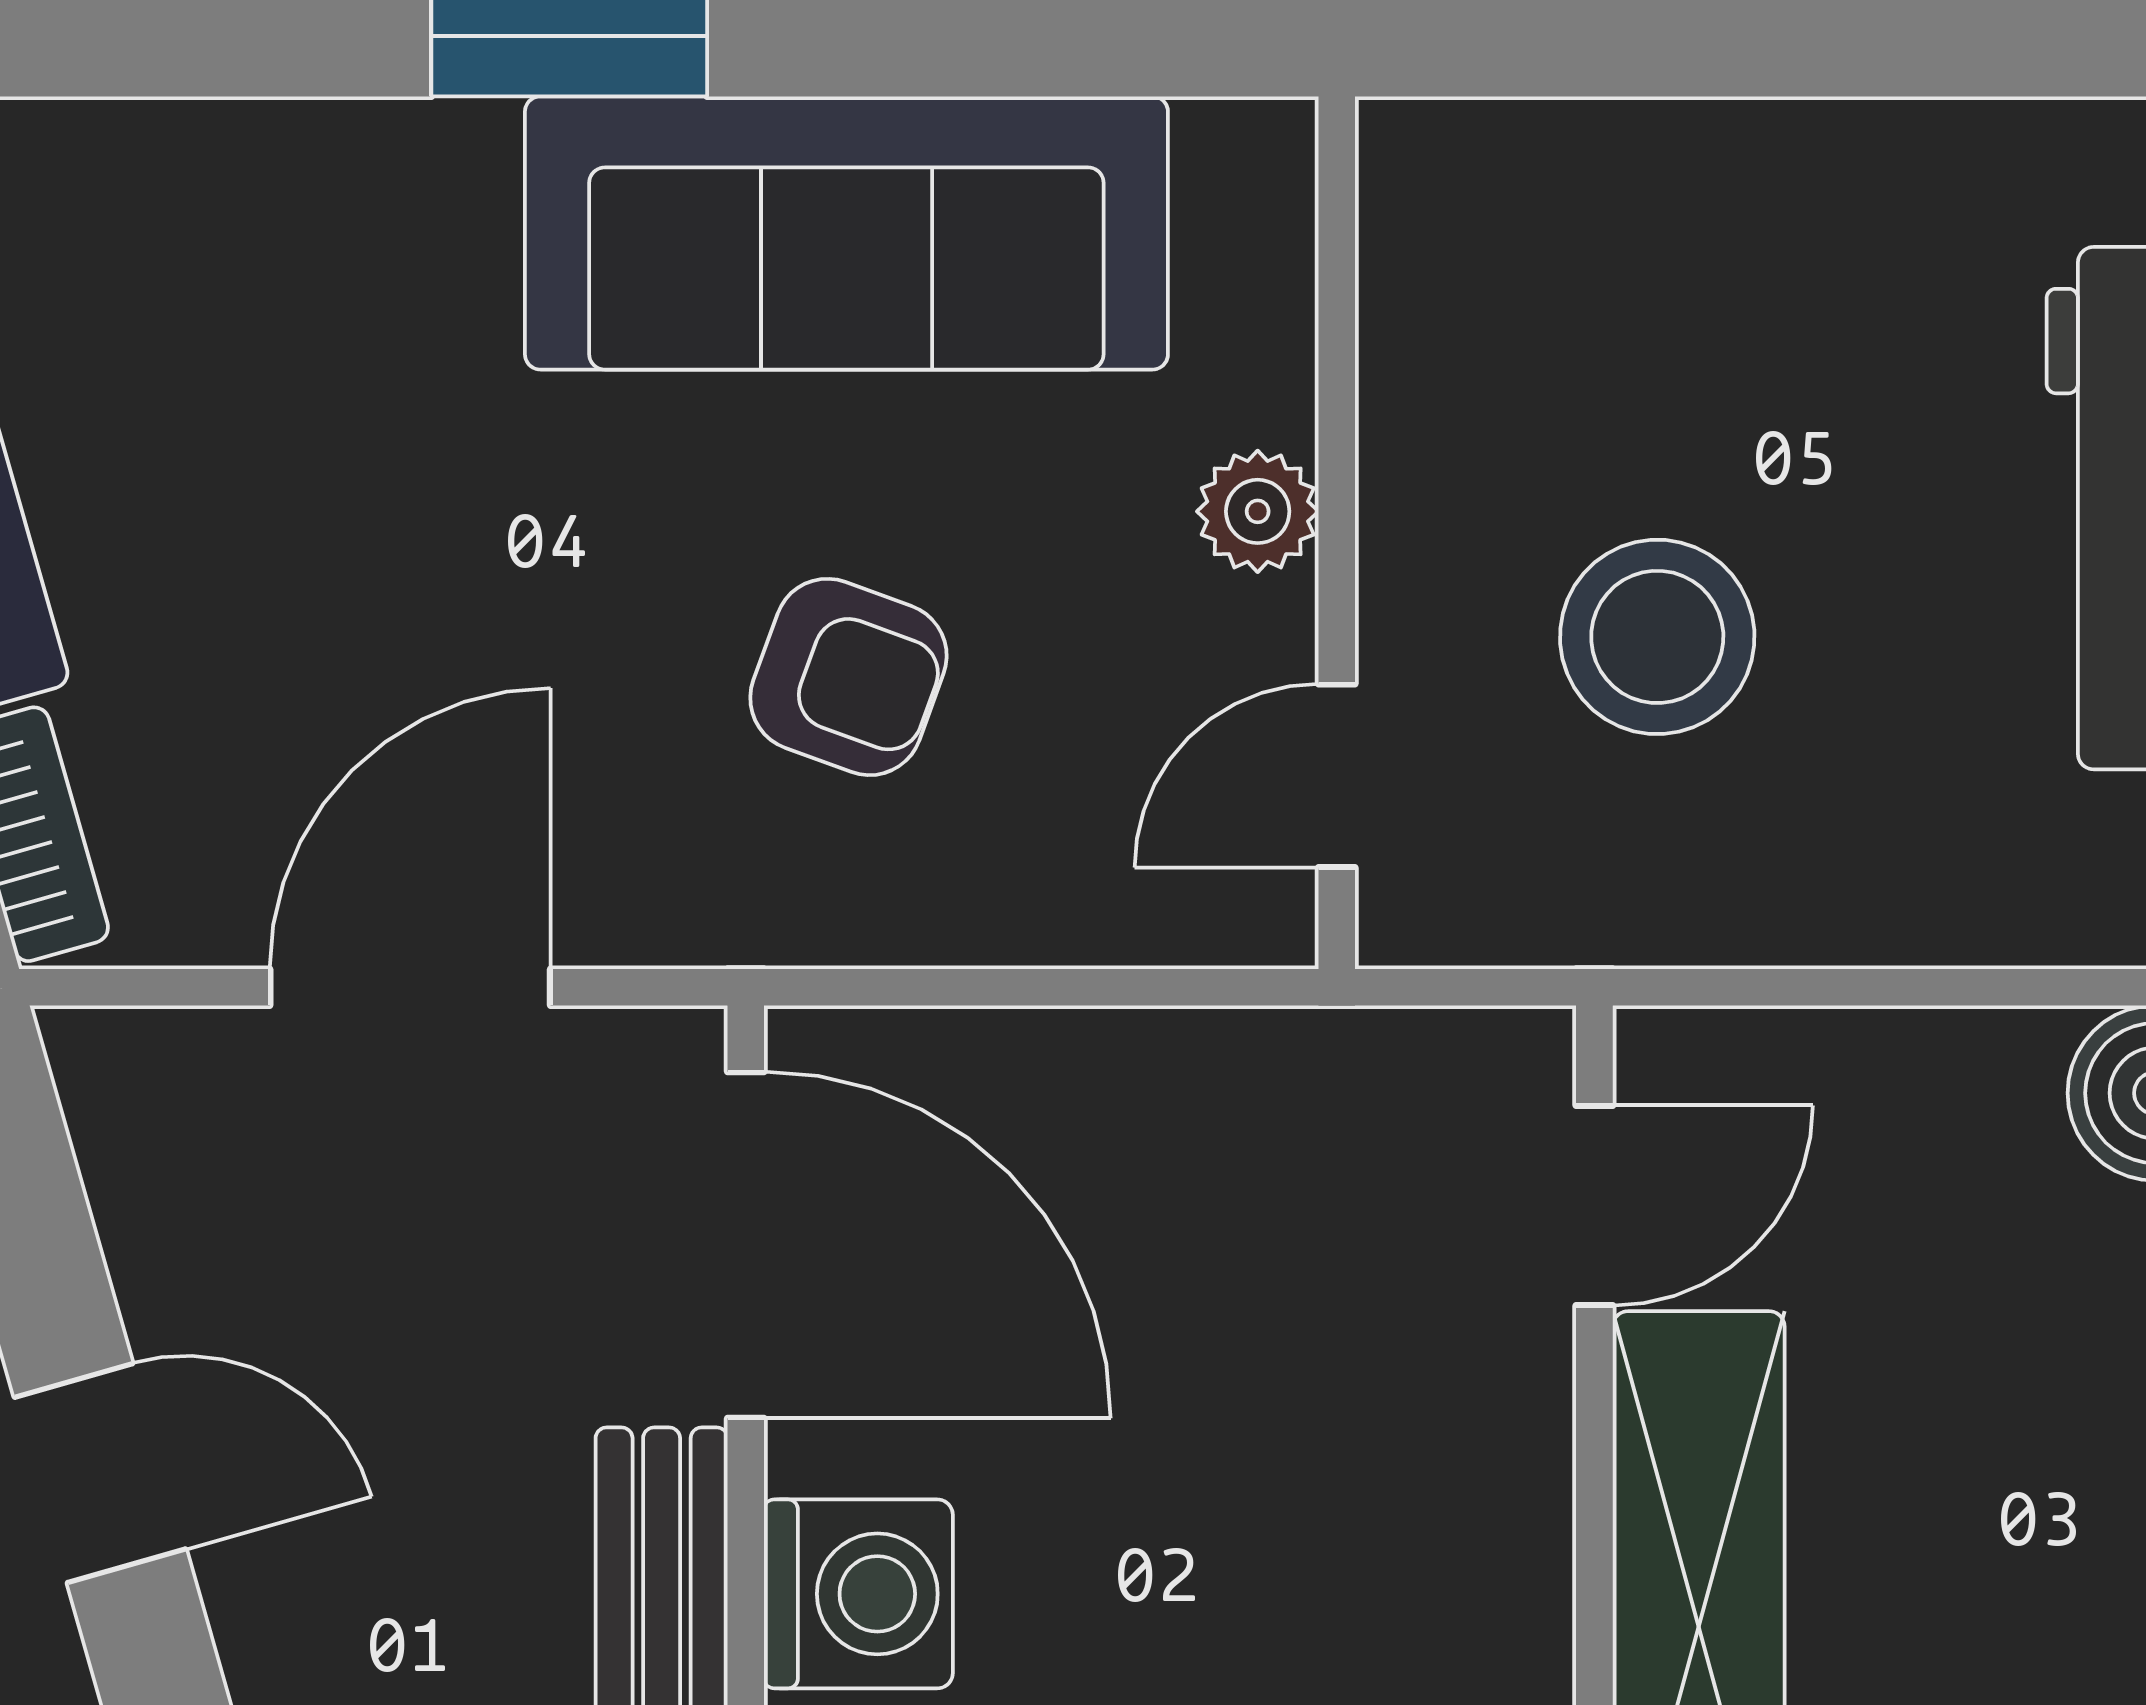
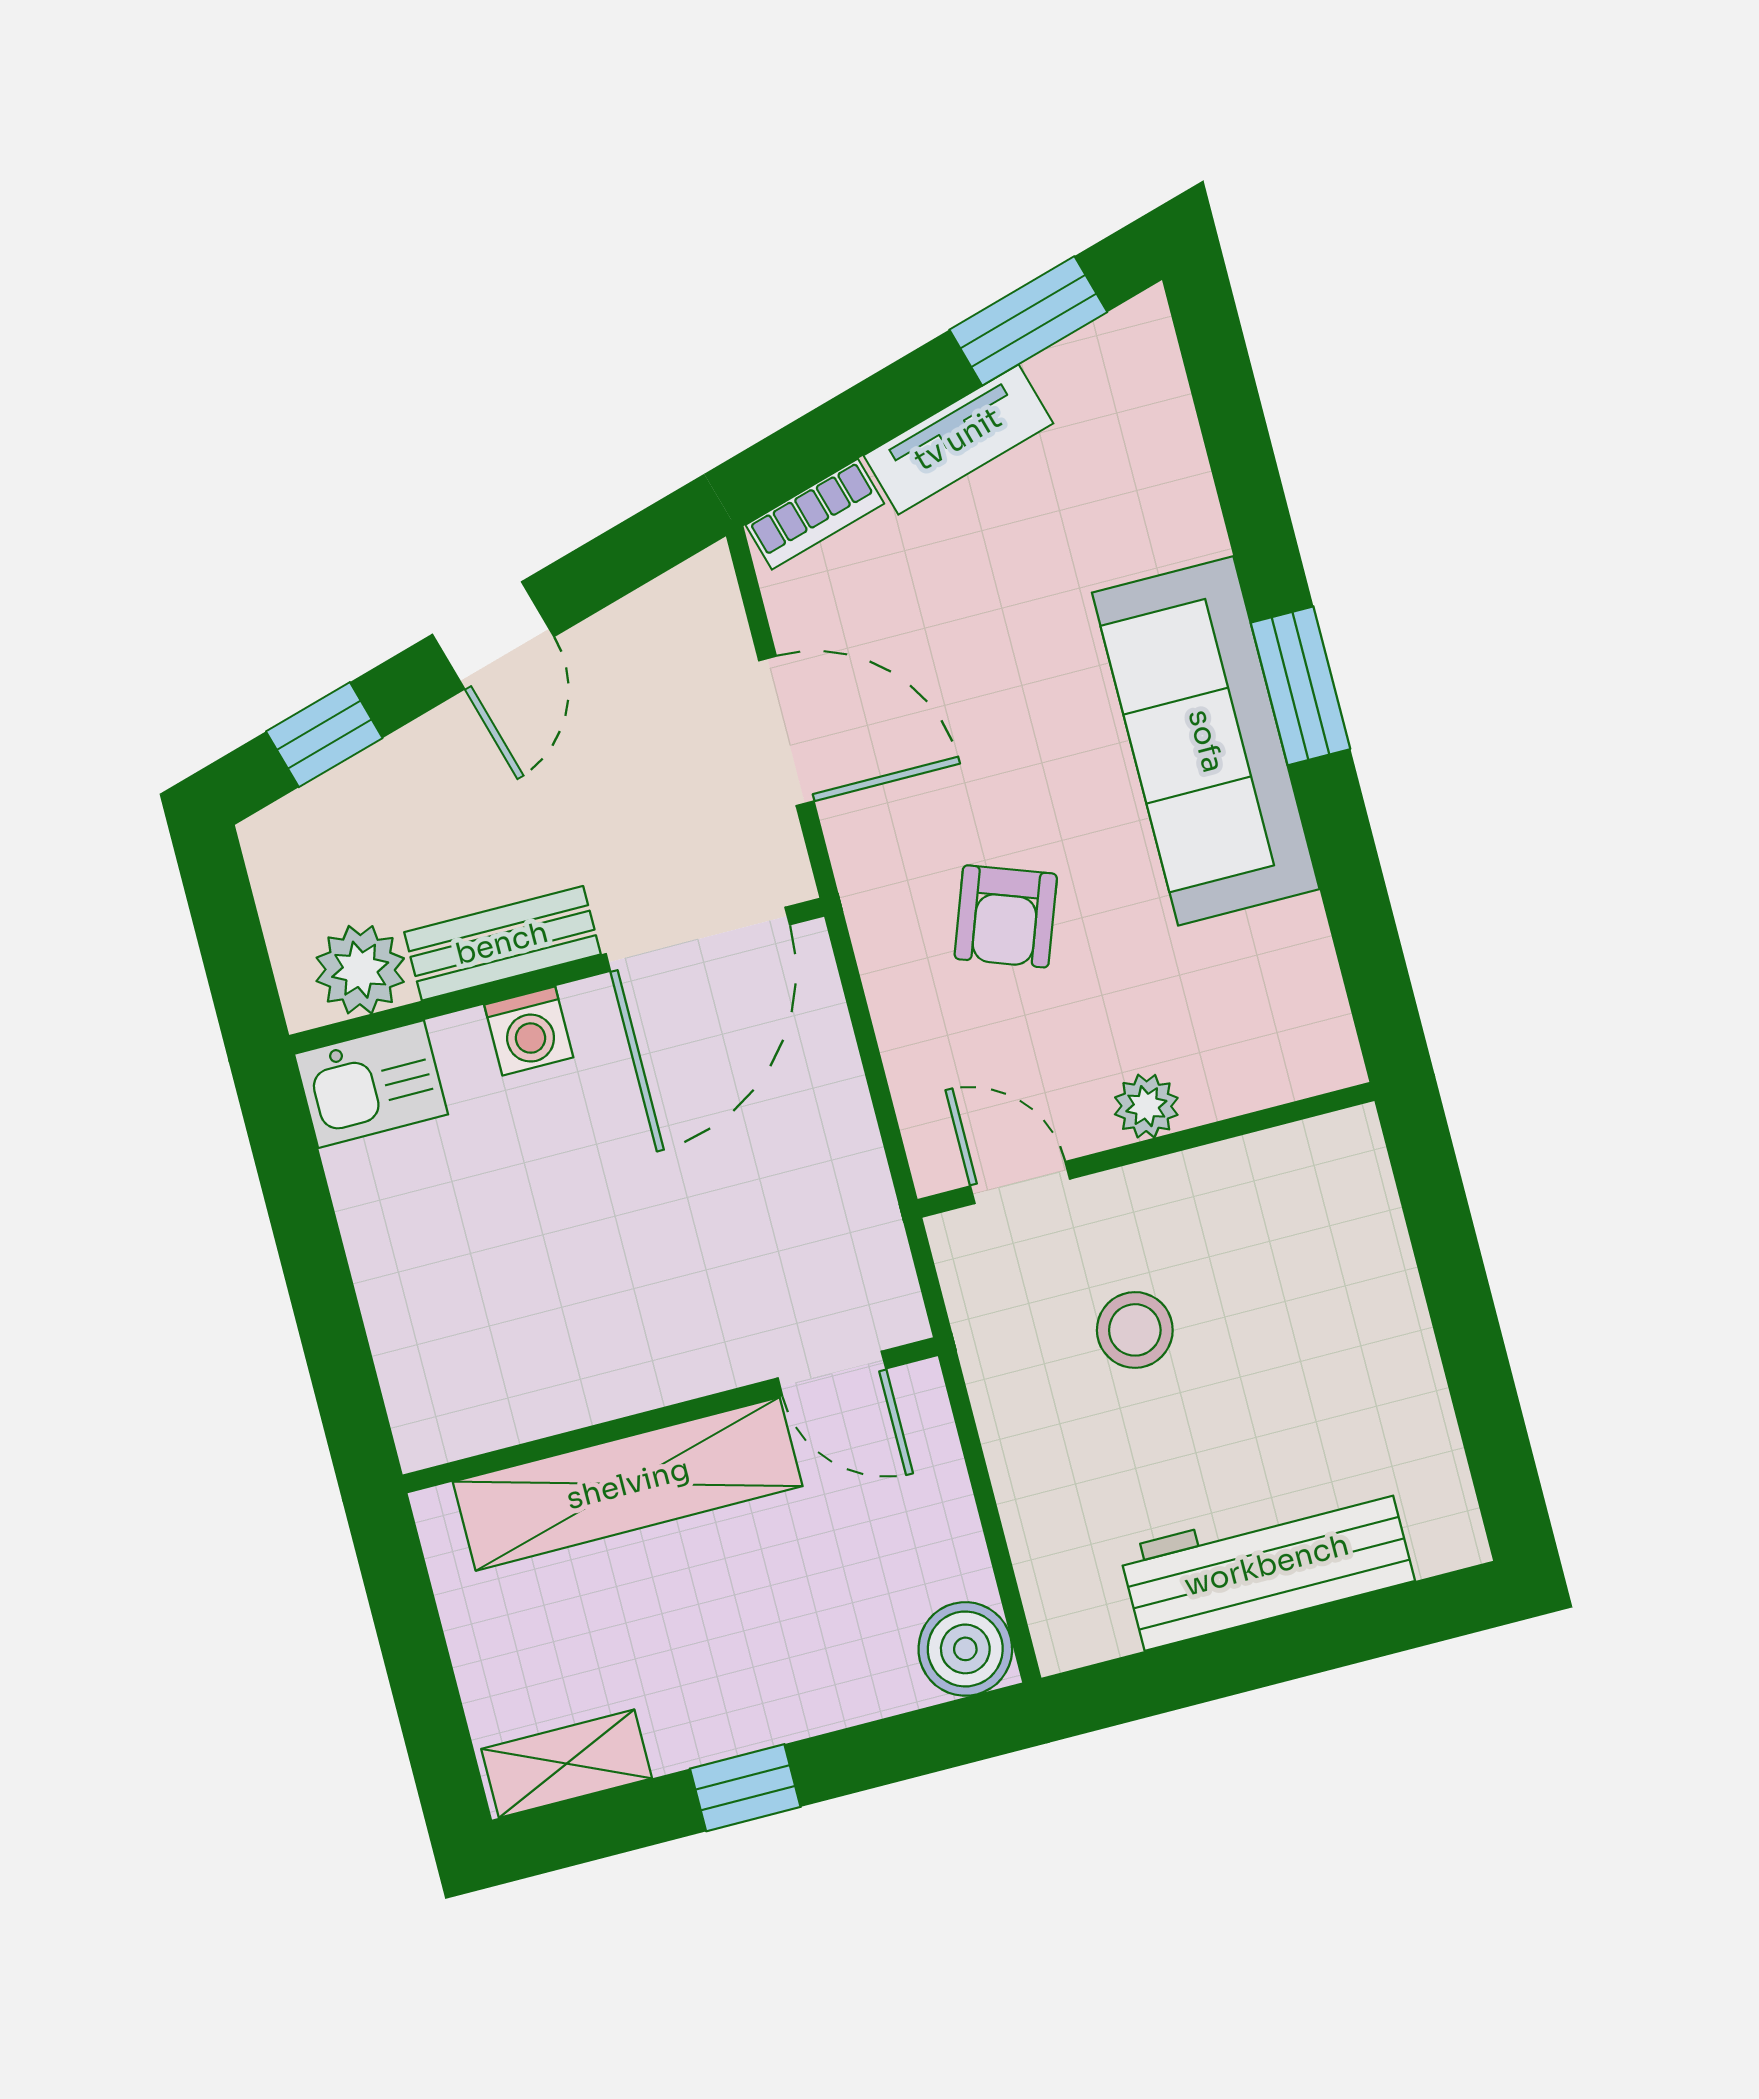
sofa: (846, 233) -> (1206, 741), moved
stool: (1657, 637) -> (1135, 1330), width x0.73, depth x0.73
washing machine: (858, 1594) -> (529, 1031), width x0.73, depth x0.73

